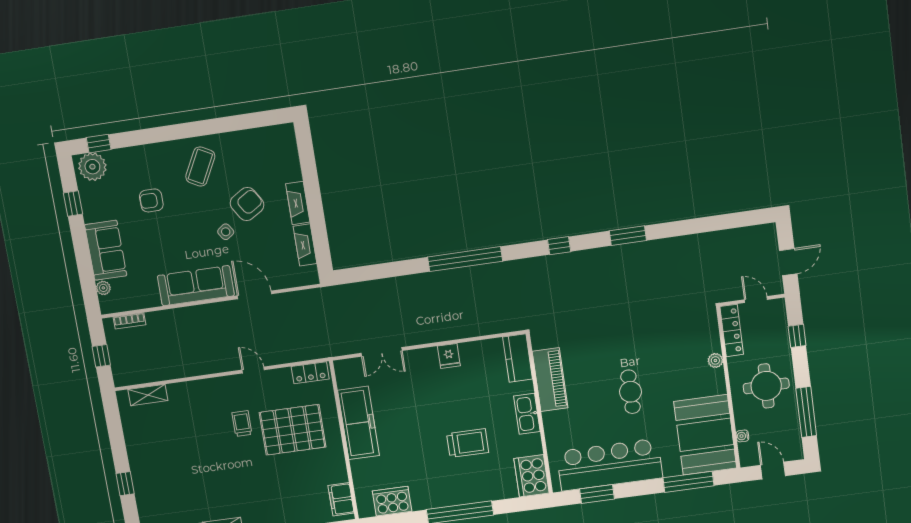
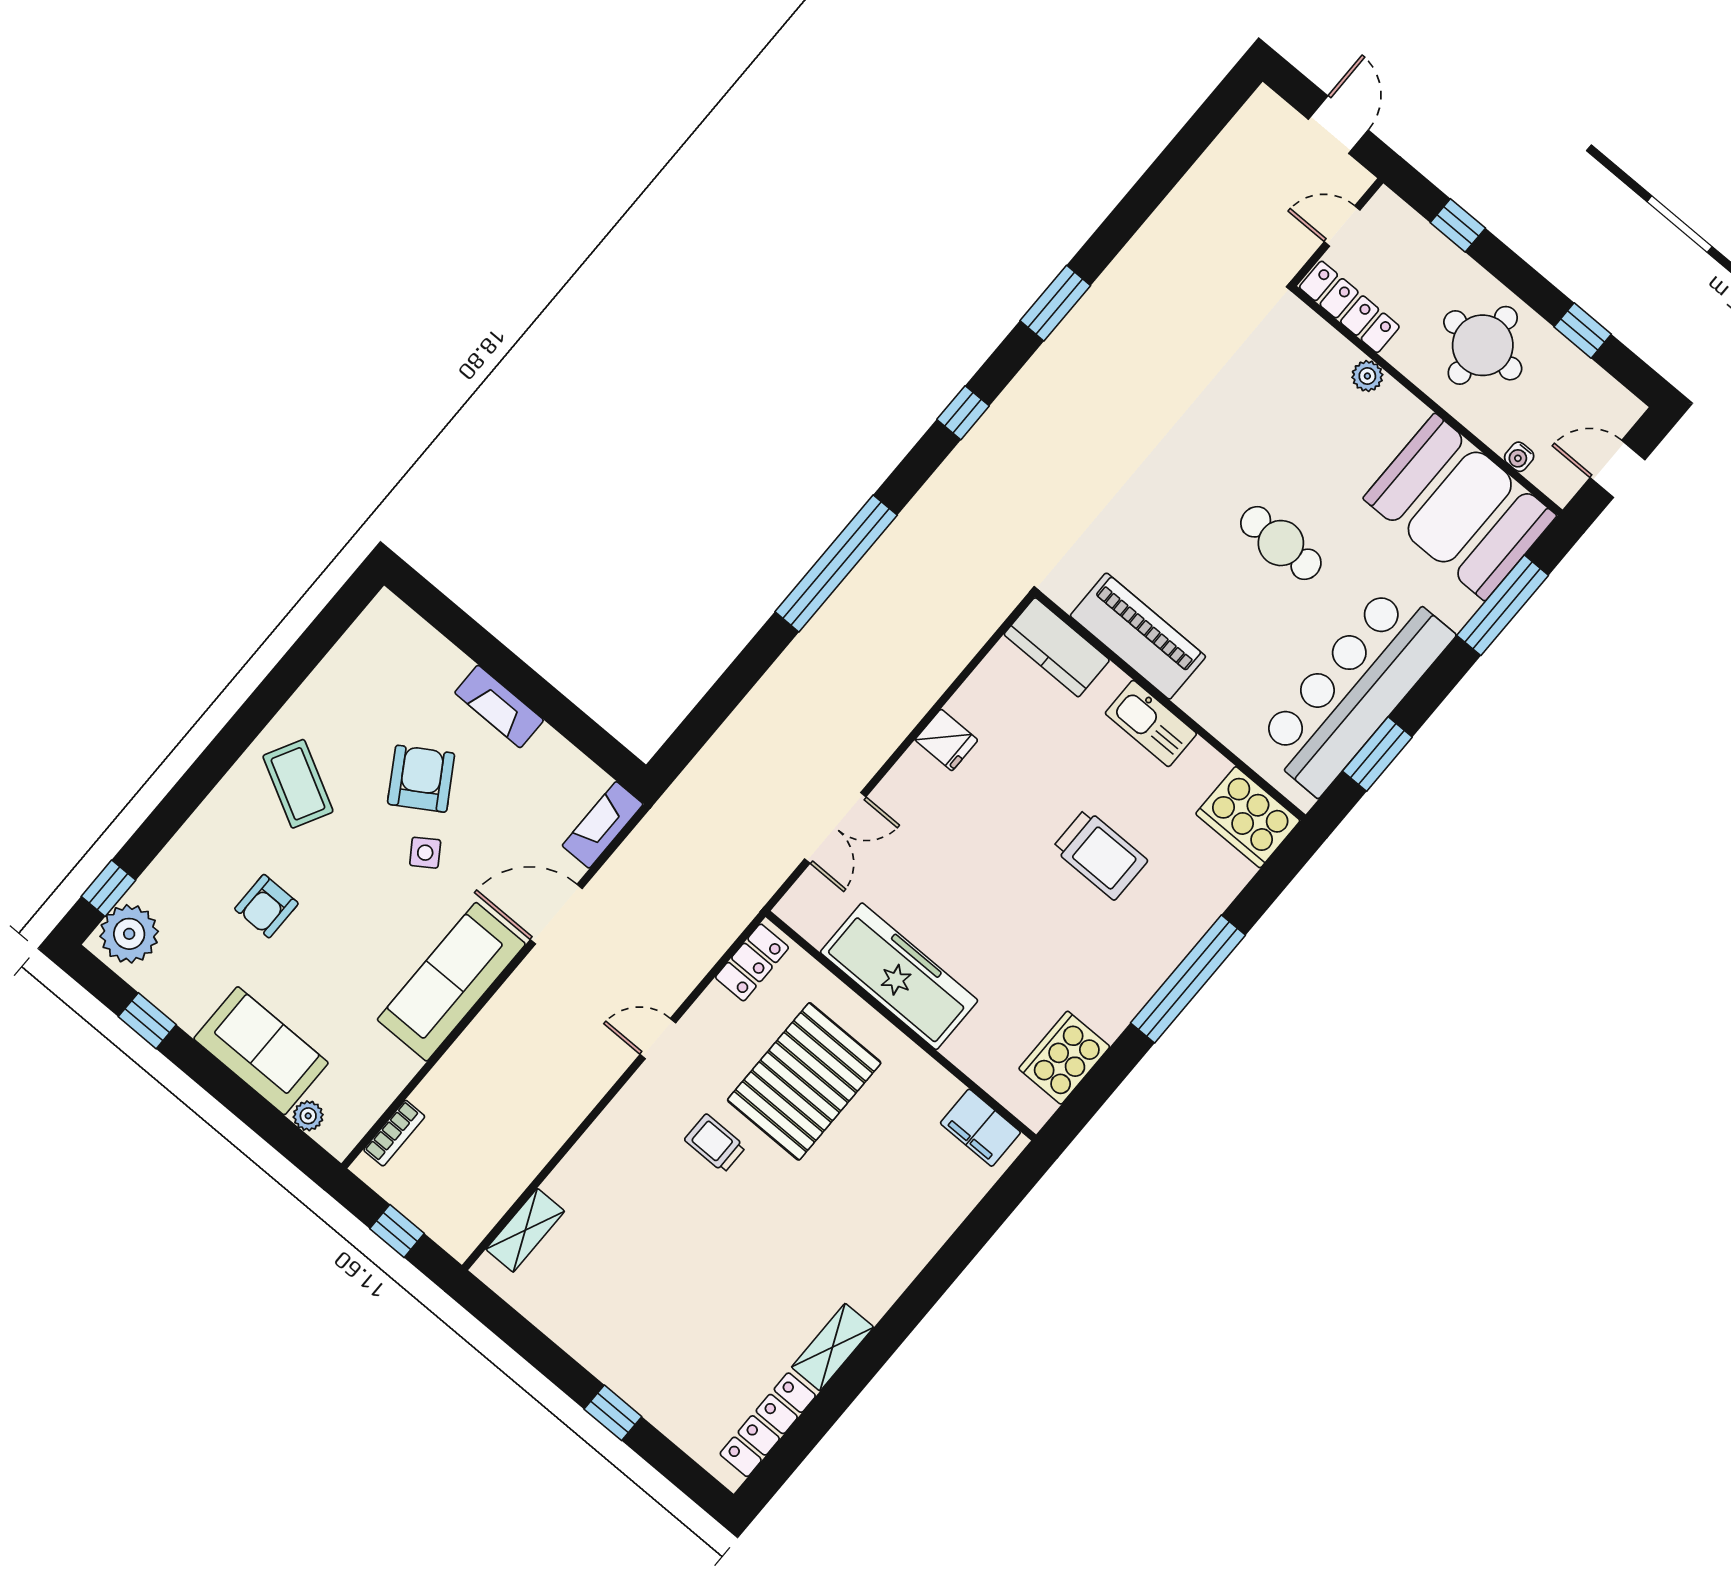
fireplace: (305, 245) -> (603, 825), moved, turned 90
window: (806, 412) -> (1583, 330), width x0.46
trolley: (468, 443) -> (1100, 854), turned 90

